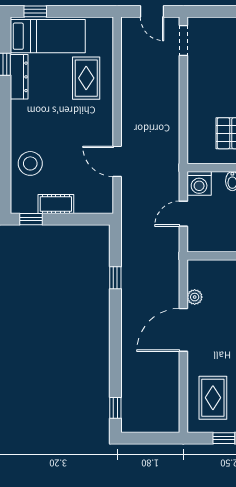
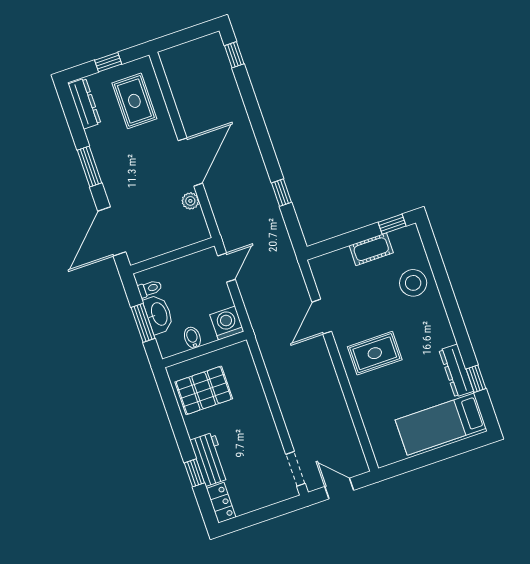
window: (35, 11) -> (463, 446), removed
rug: (86, 78) -> (375, 353), moved, turned 90
door: (117, 161) -> (322, 317), swing flipped
door: (183, 214) -> (227, 268), moved

